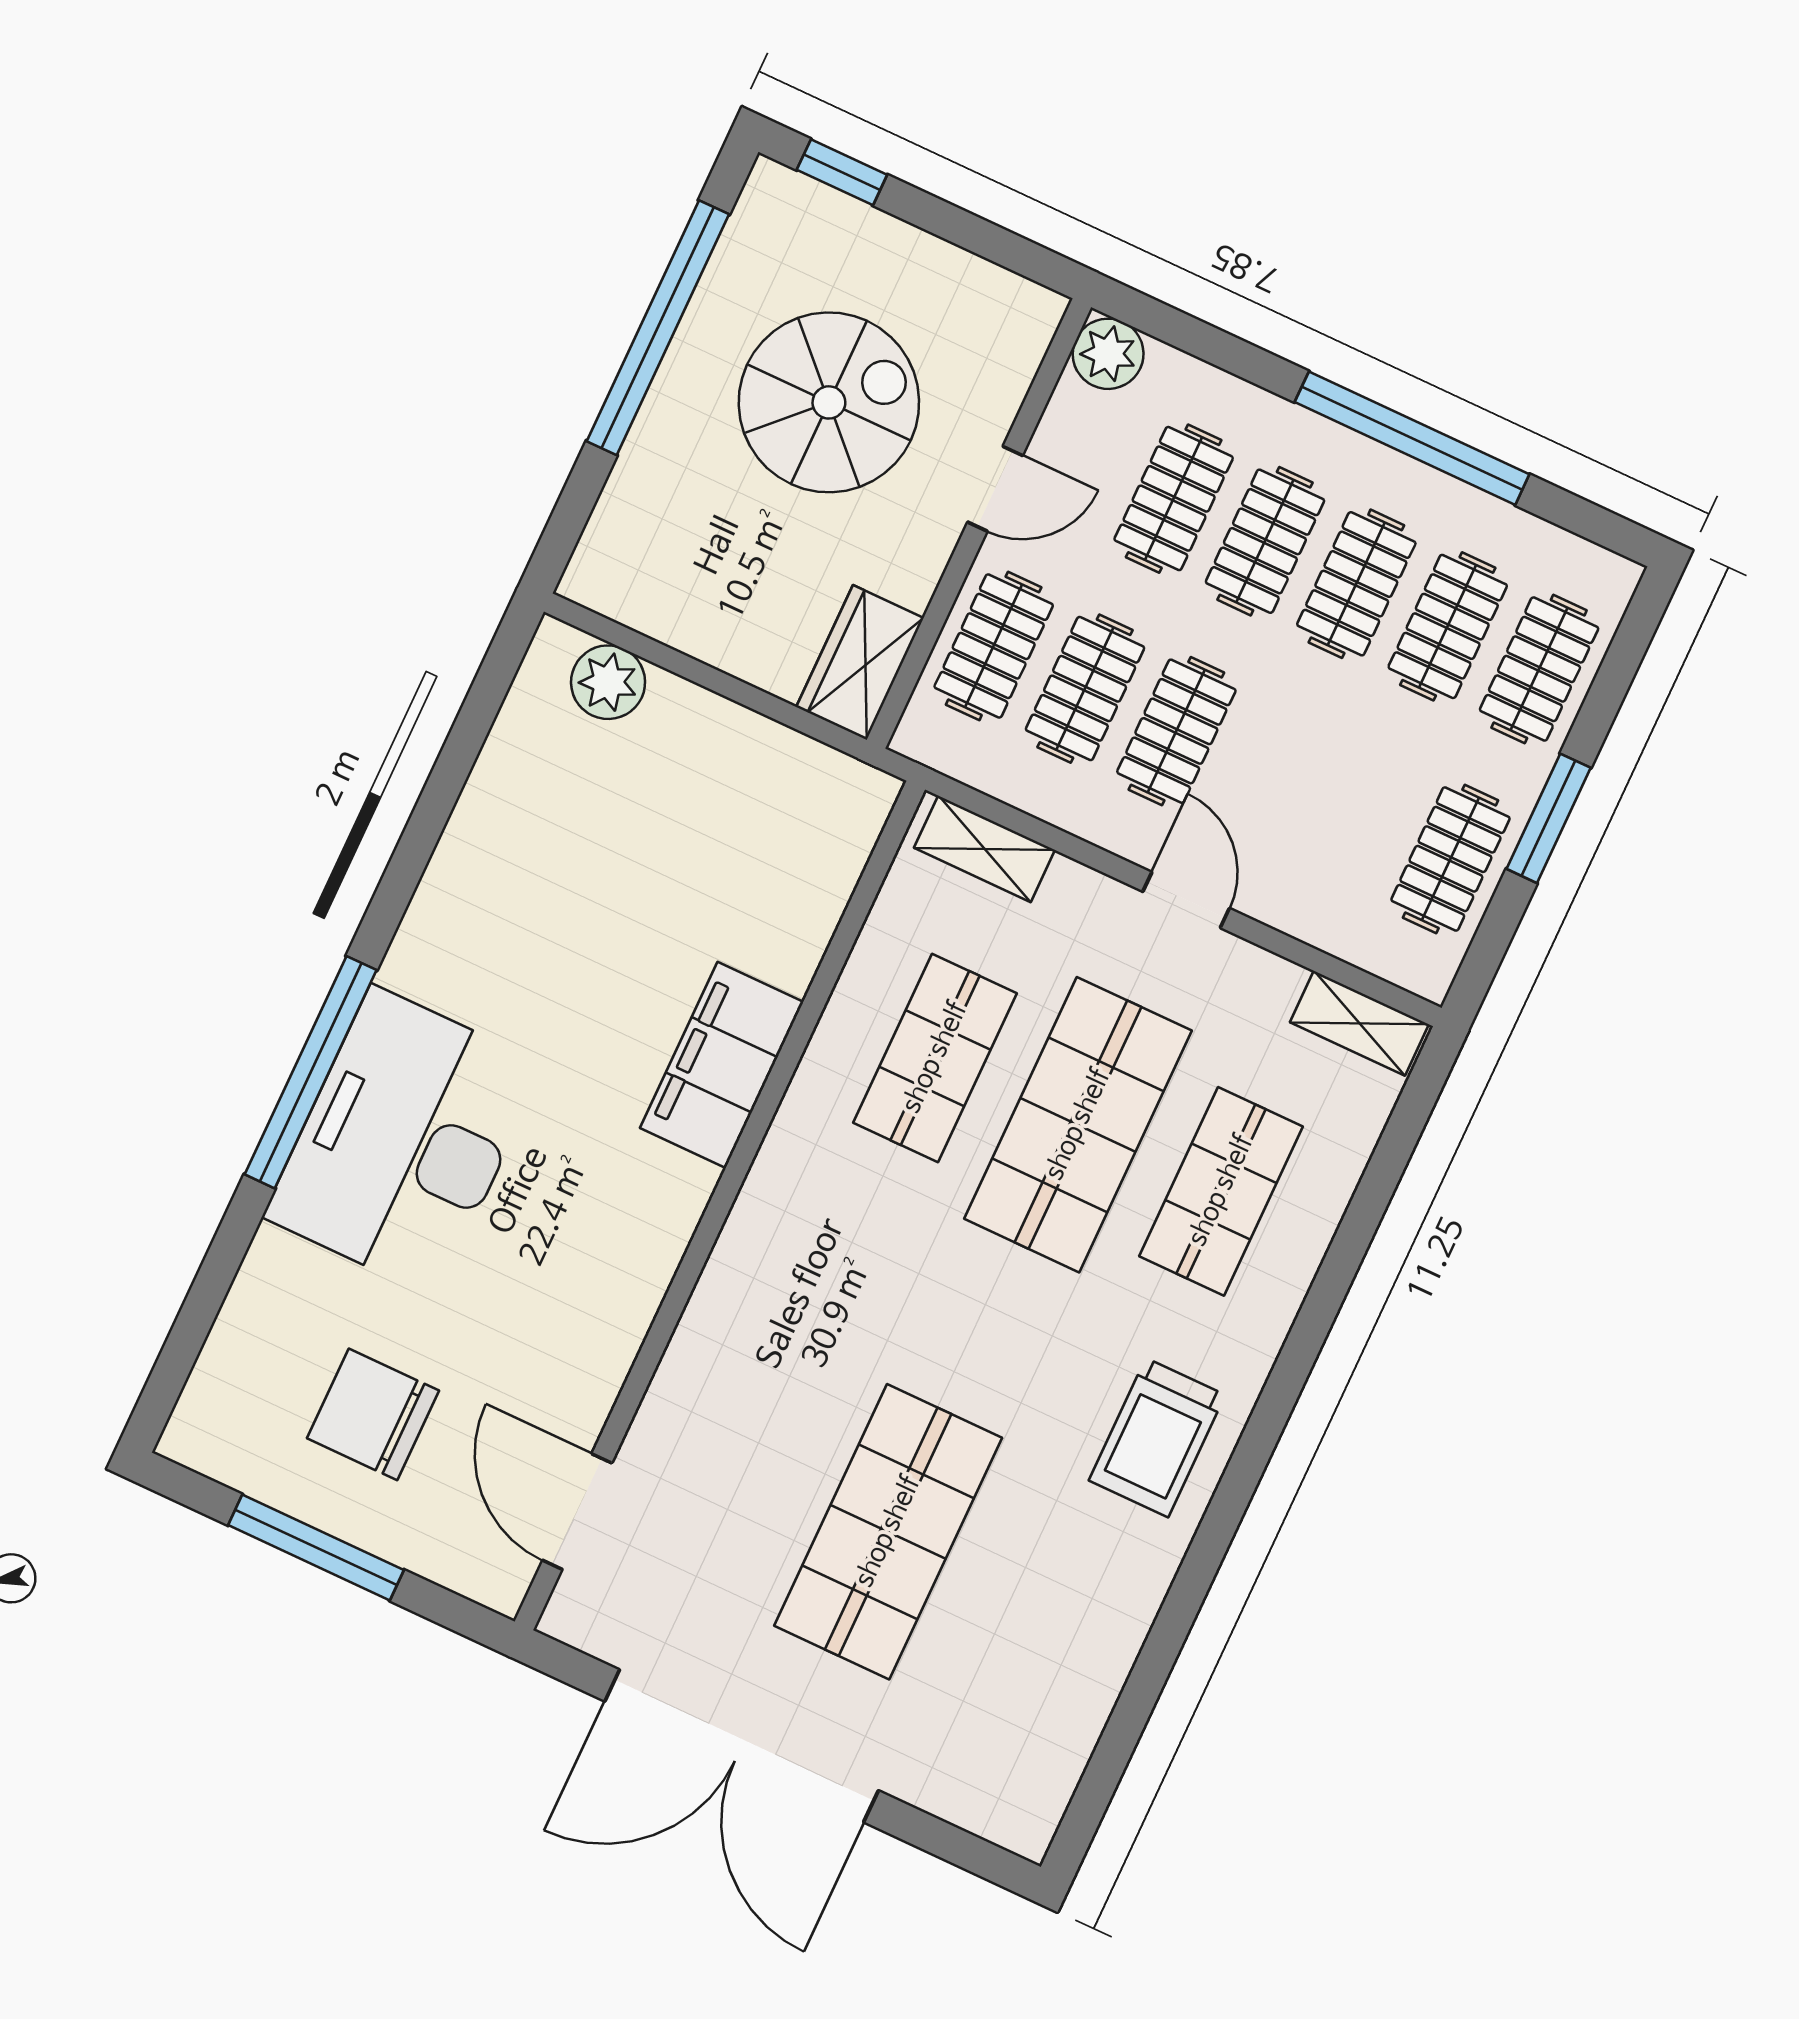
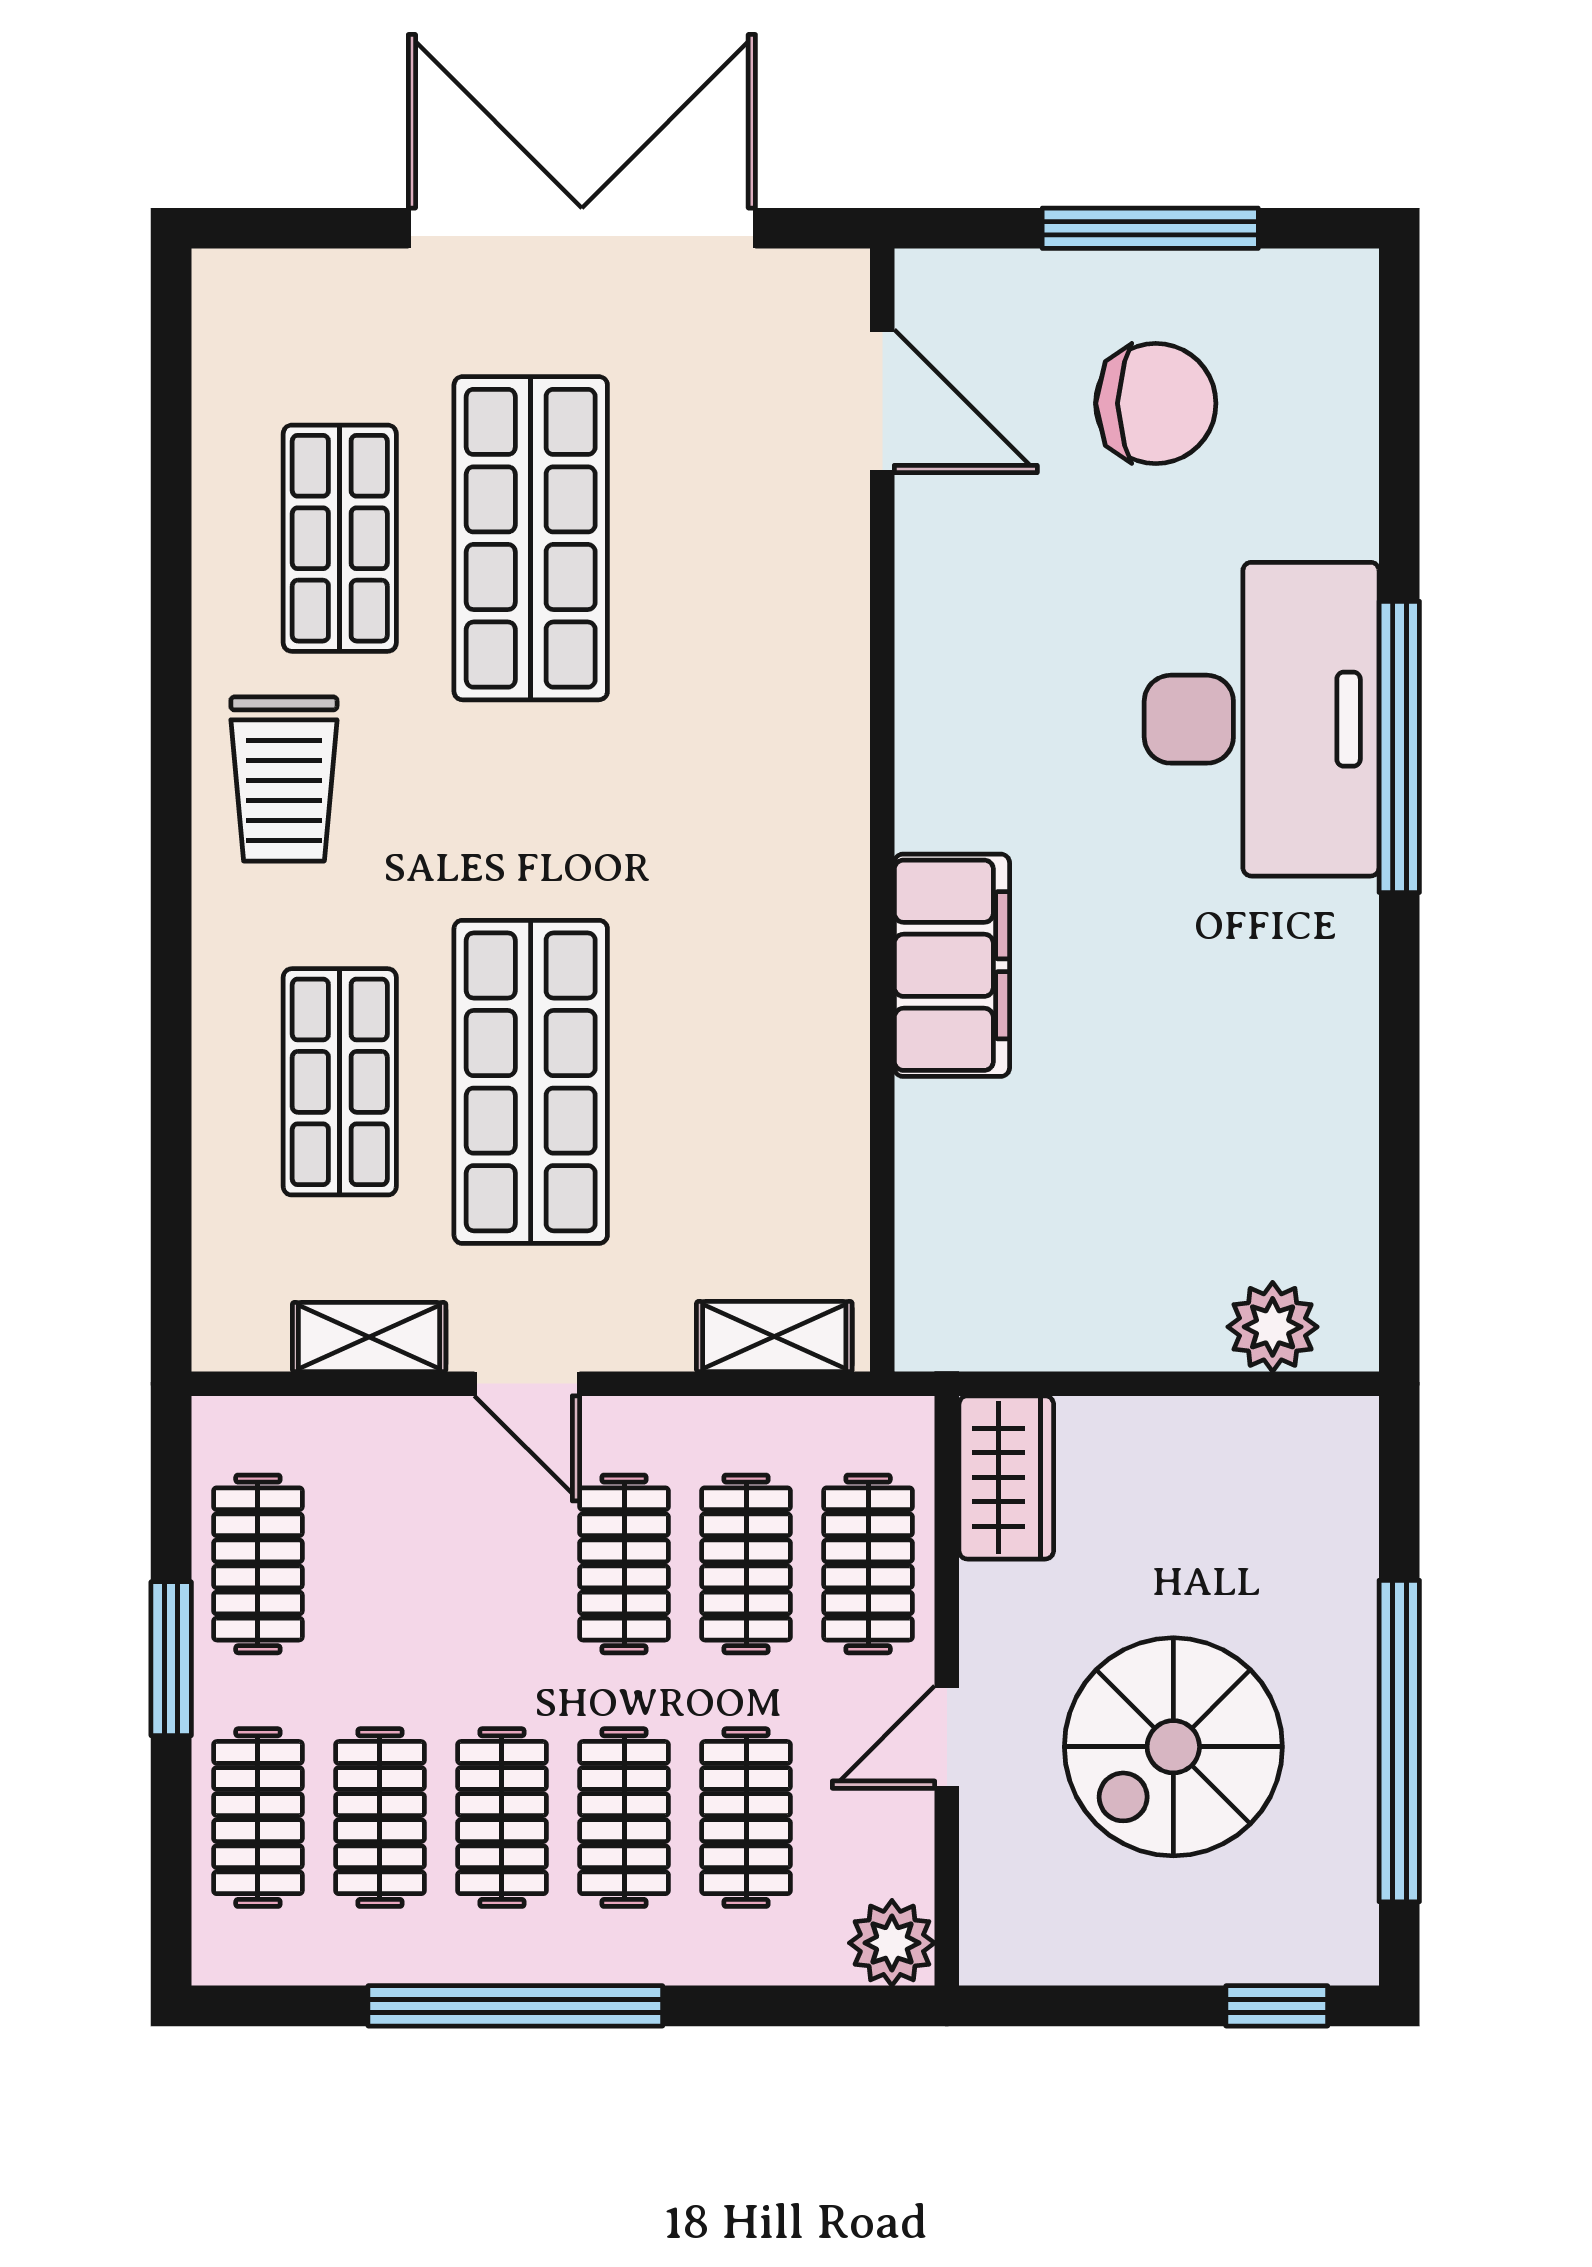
shelving: (1359, 1023) -> (369, 1337), moved
shop shelf: (935, 1058) -> (340, 538), moved
trolley: (1157, 1438) -> (284, 779), turned 180

